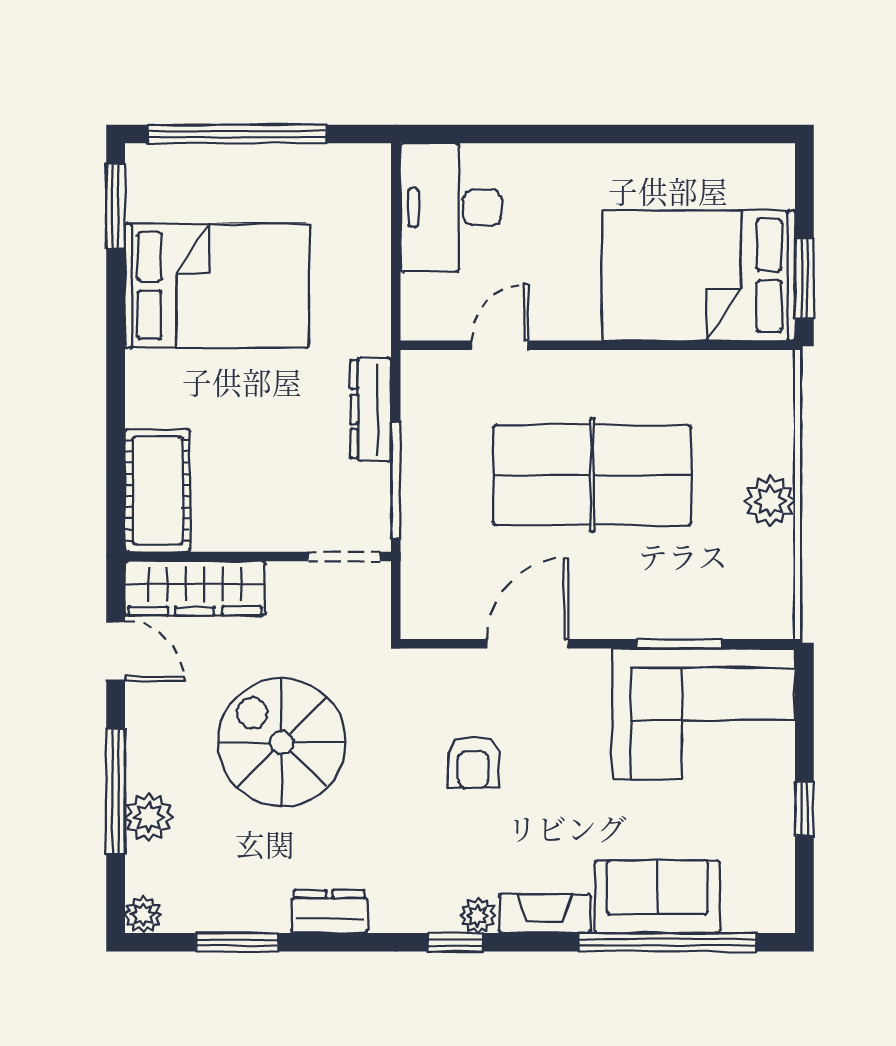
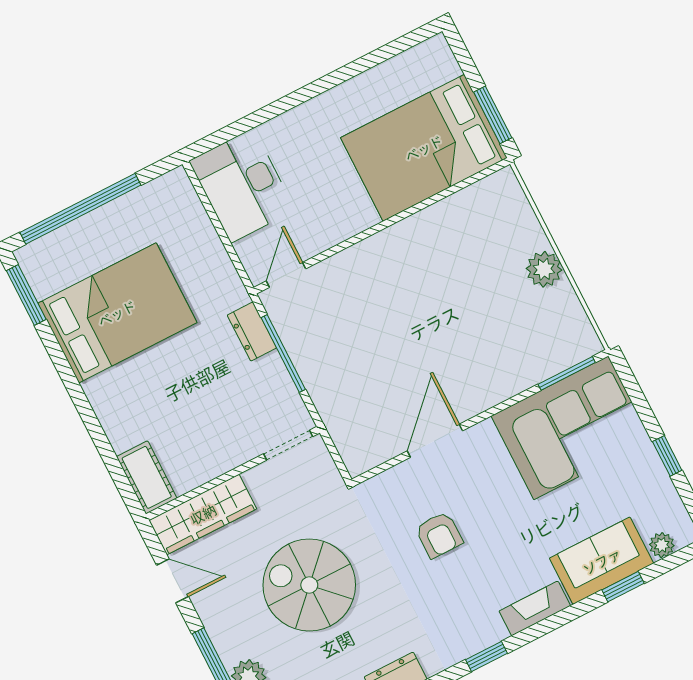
door: (500, 345) -> (286, 275), moved
dresser: (371, 409) -> (252, 332), width x0.70
table tennis table: (592, 475) -> (421, 311), removed
window: (396, 480) -> (283, 353), moved
cot: (157, 491) -> (147, 477), width x0.73, depth x0.75
window: (679, 644) -> (567, 373), moved
plant: (478, 915) -> (662, 545), moved
window: (667, 942) -> (623, 587), width x0.32

